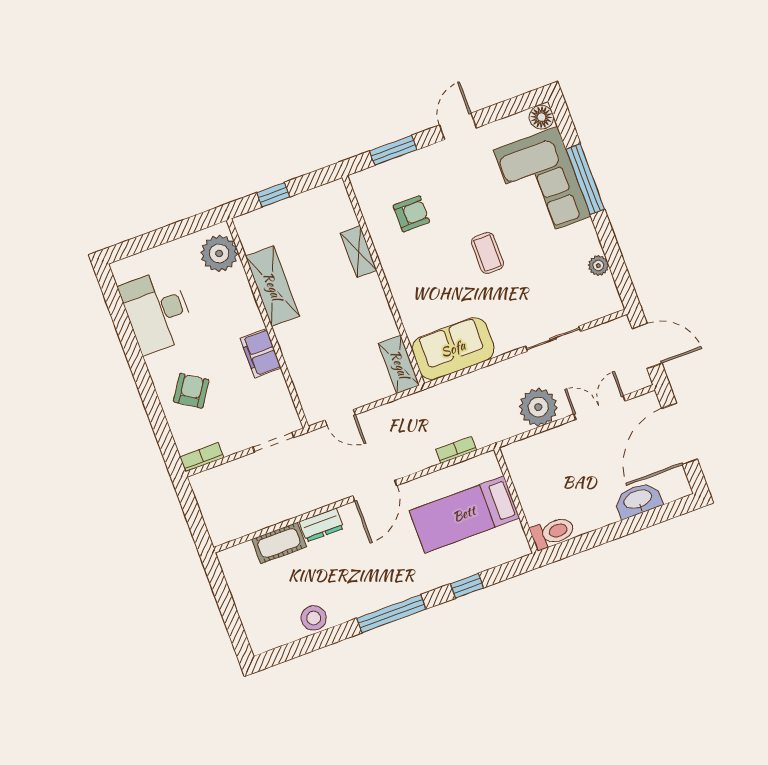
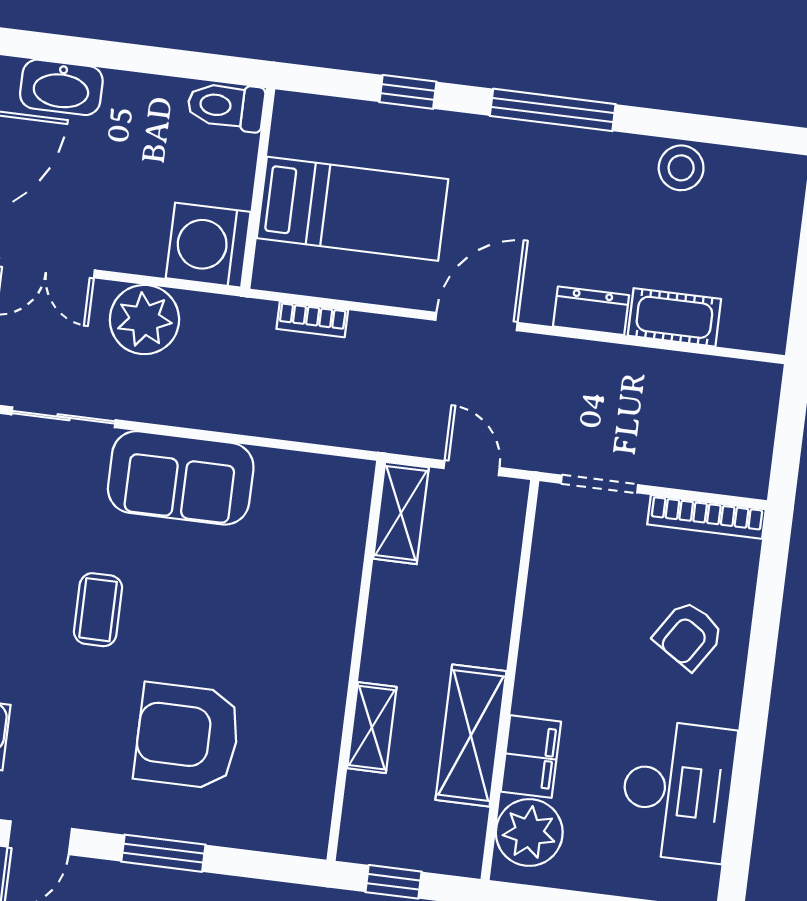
armchair: (411, 214) -> (187, 736), width x1.88, depth x1.88
shelving: (359, 252) -> (372, 728), moved
wall: (383, 280) -> (356, 661), moved
sofa: (453, 349) -> (181, 478), moved
filing cabinet: (261, 353) -> (531, 757), moved
shelving: (399, 364) -> (401, 513), moved
bookcase: (202, 457) -> (707, 517), width x1.56
washing machine: (526, 460) -> (208, 245), added

